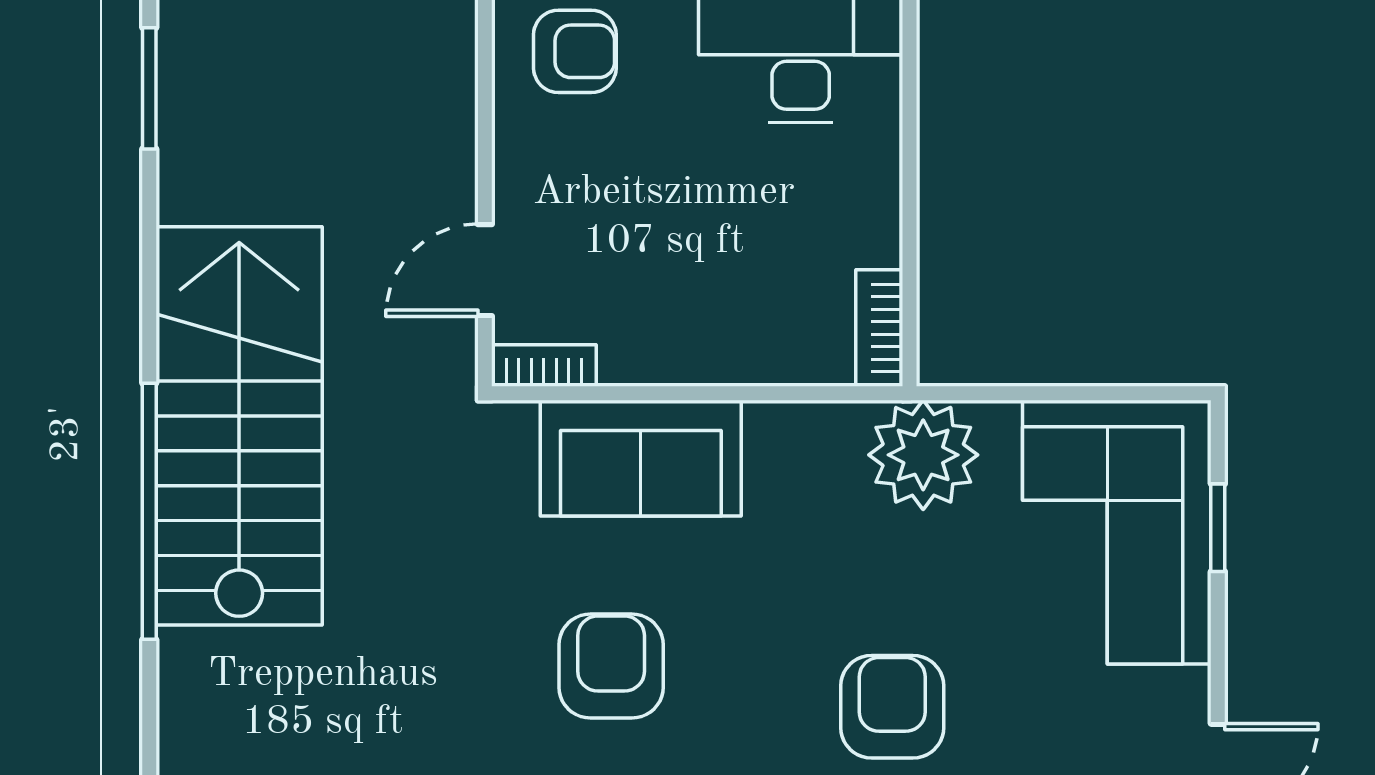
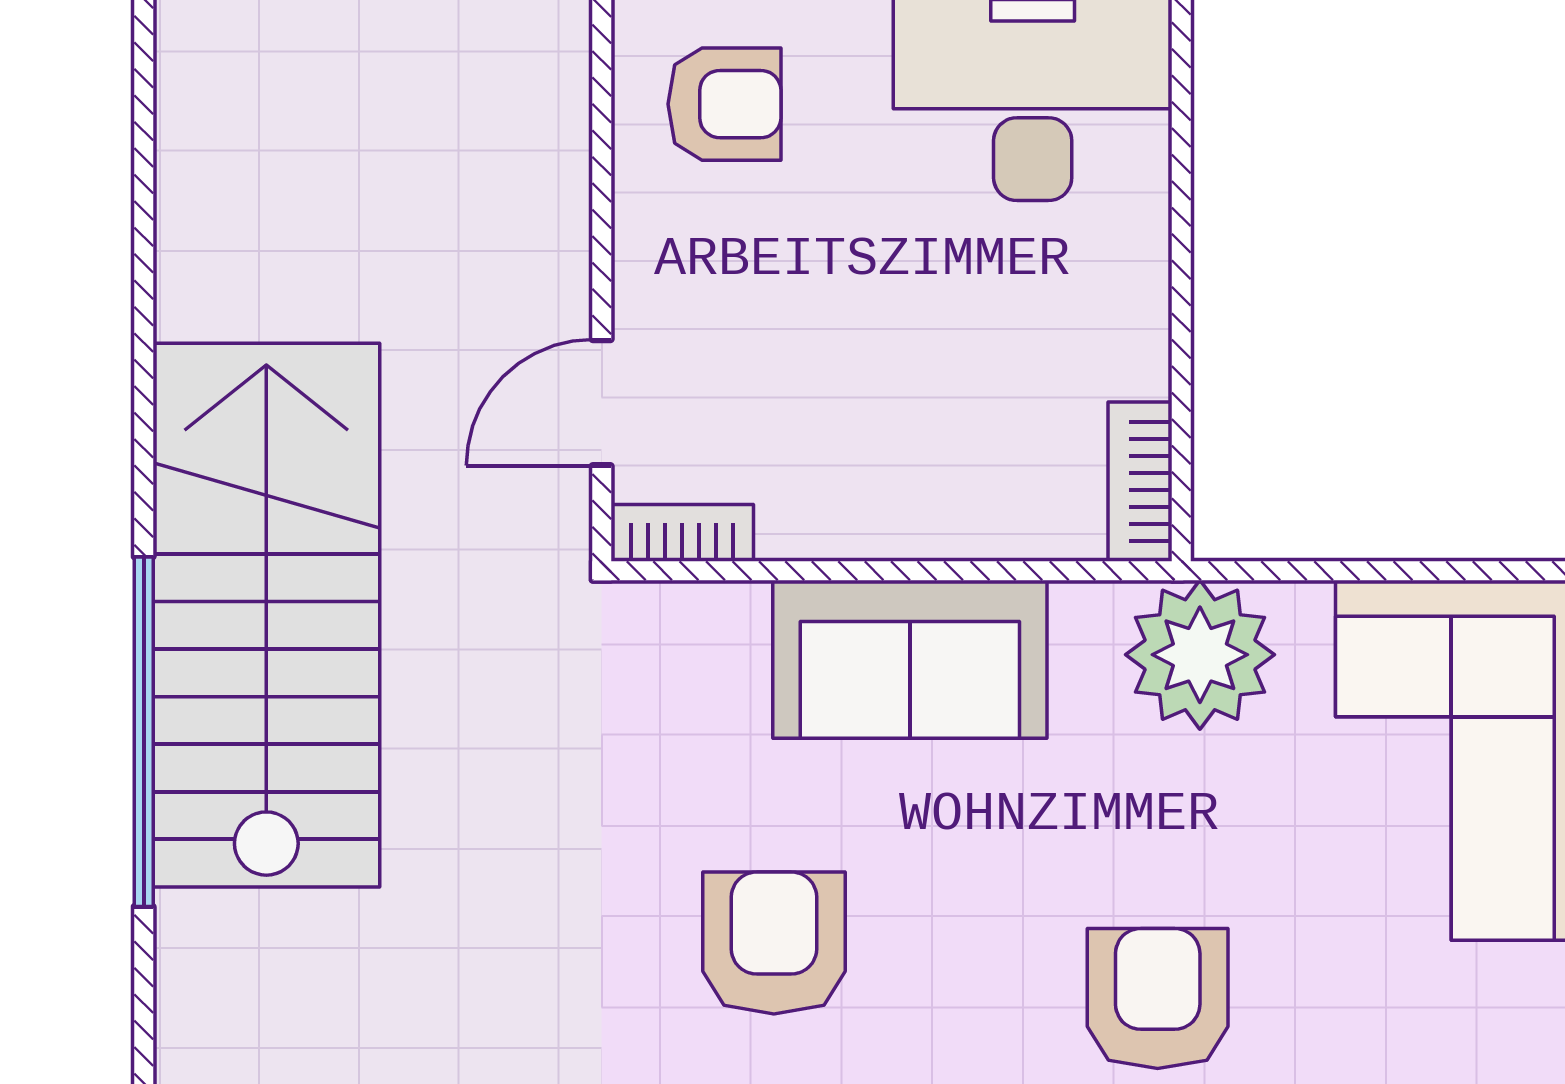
window: (149, 88) -> (144, 155), removed
sofa: (641, 458) -> (910, 659), moved

